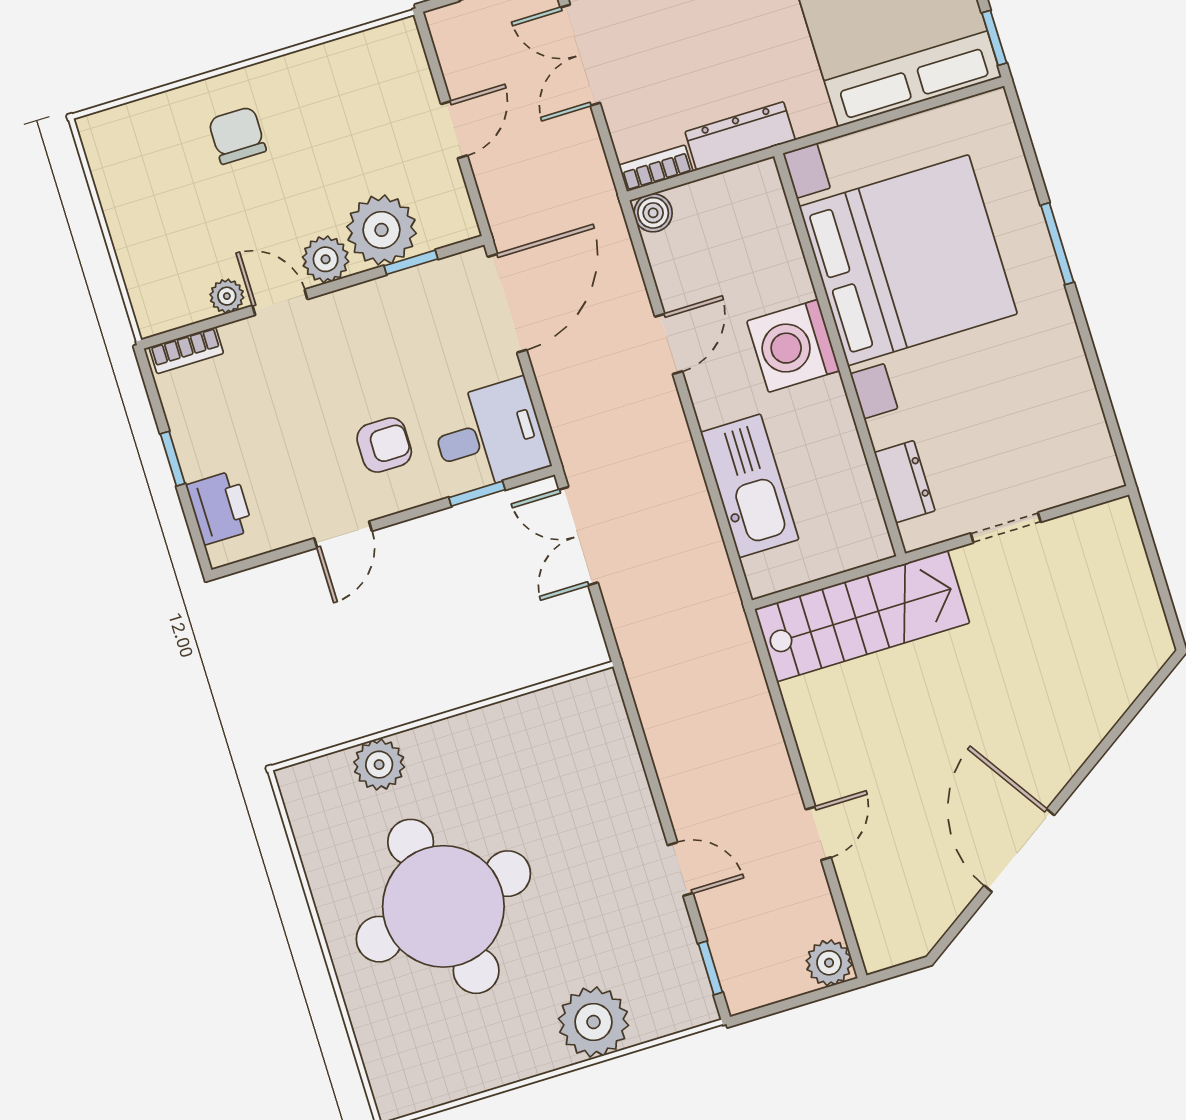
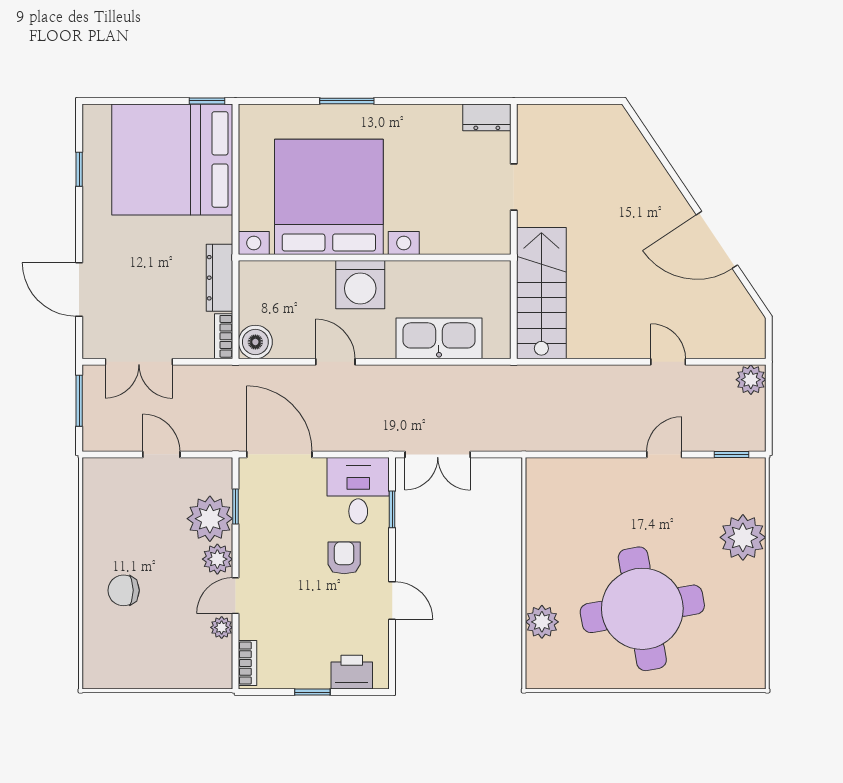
boiler: (653, 213) -> (255, 342), width x1.36, depth x1.36
dresser: (905, 482) -> (487, 117), moved, turned 180

